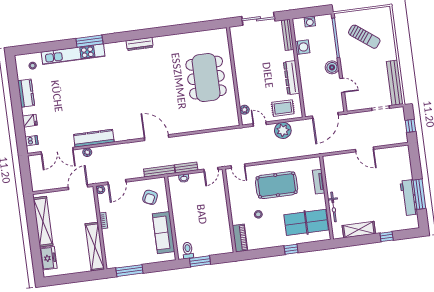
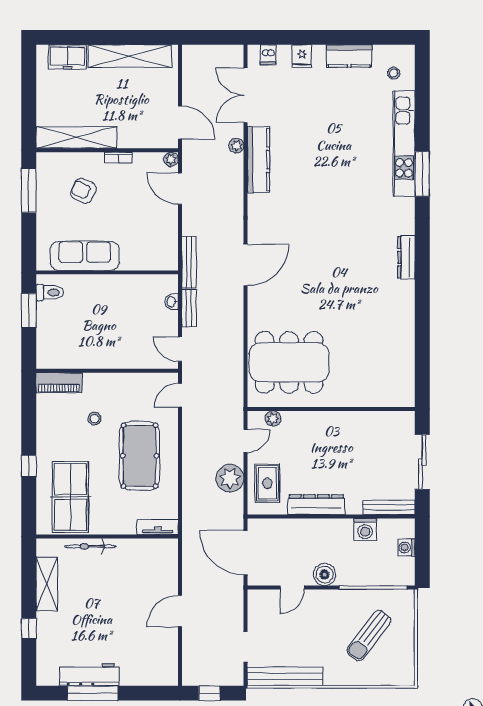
dining table: (206, 78) -> (289, 362), moved
tv unit: (319, 182) -> (158, 527), moved
armchair: (150, 197) -> (83, 191), moved

